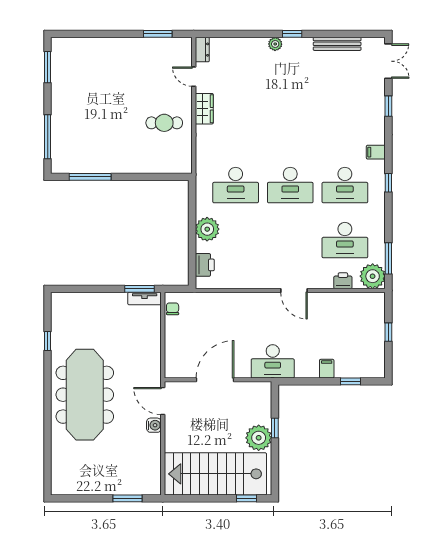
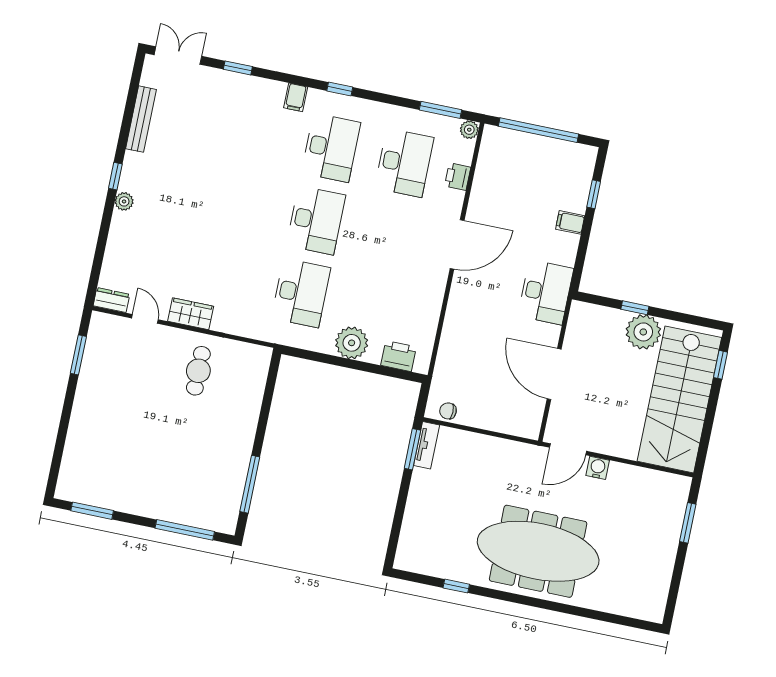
door: (194, 77) -> (145, 319), swing flipped
plant: (373, 276) -> (469, 130), width x0.53, depth x0.53
door: (294, 291) -> (457, 244), width x1.36
window: (388, 332) -> (539, 130), width x3.17

